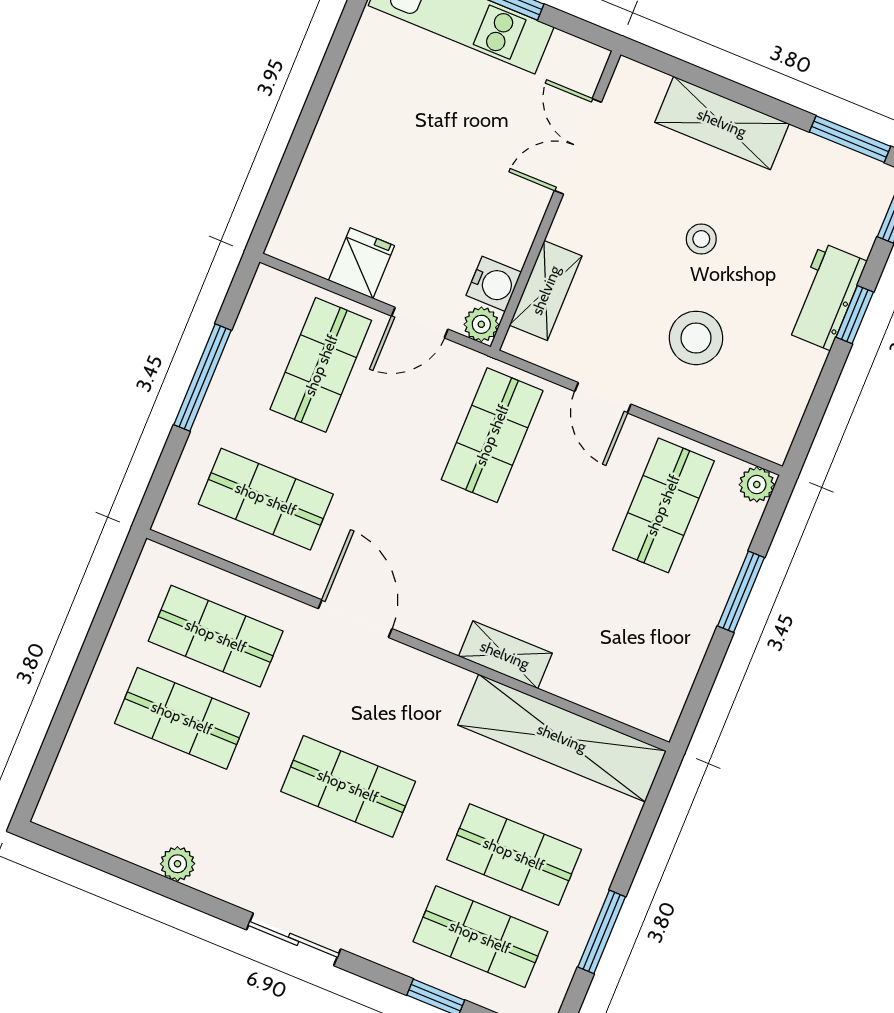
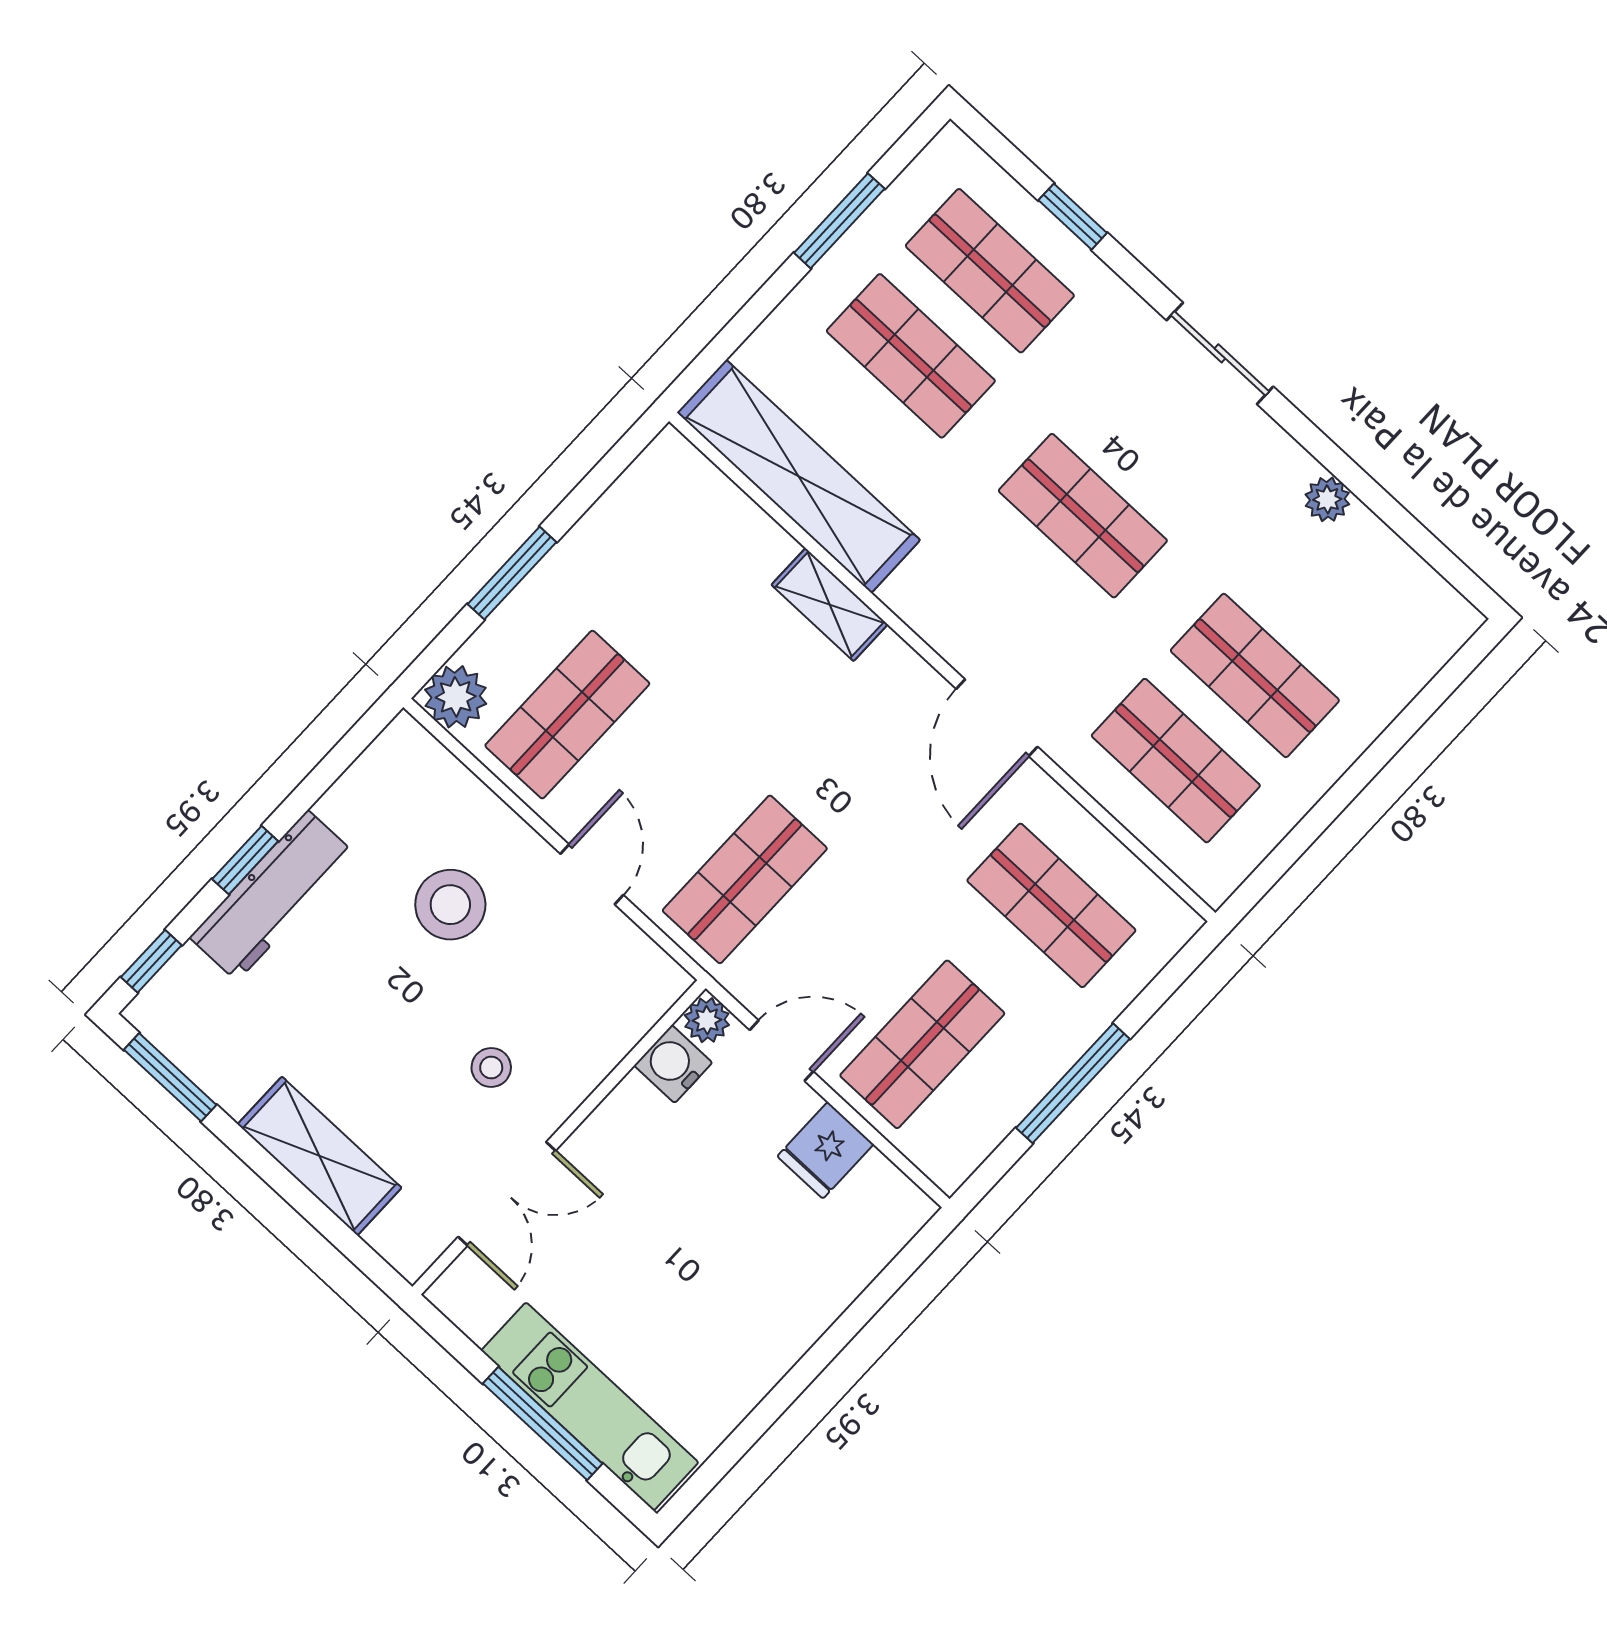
stool: (701, 239) -> (491, 1068), moved
shelving: (546, 290) -> (613, 1032), removed
workbench: (826, 297) -> (272, 896), width x1.38
plant: (757, 484) -> (456, 697), width x1.38, depth x1.38

